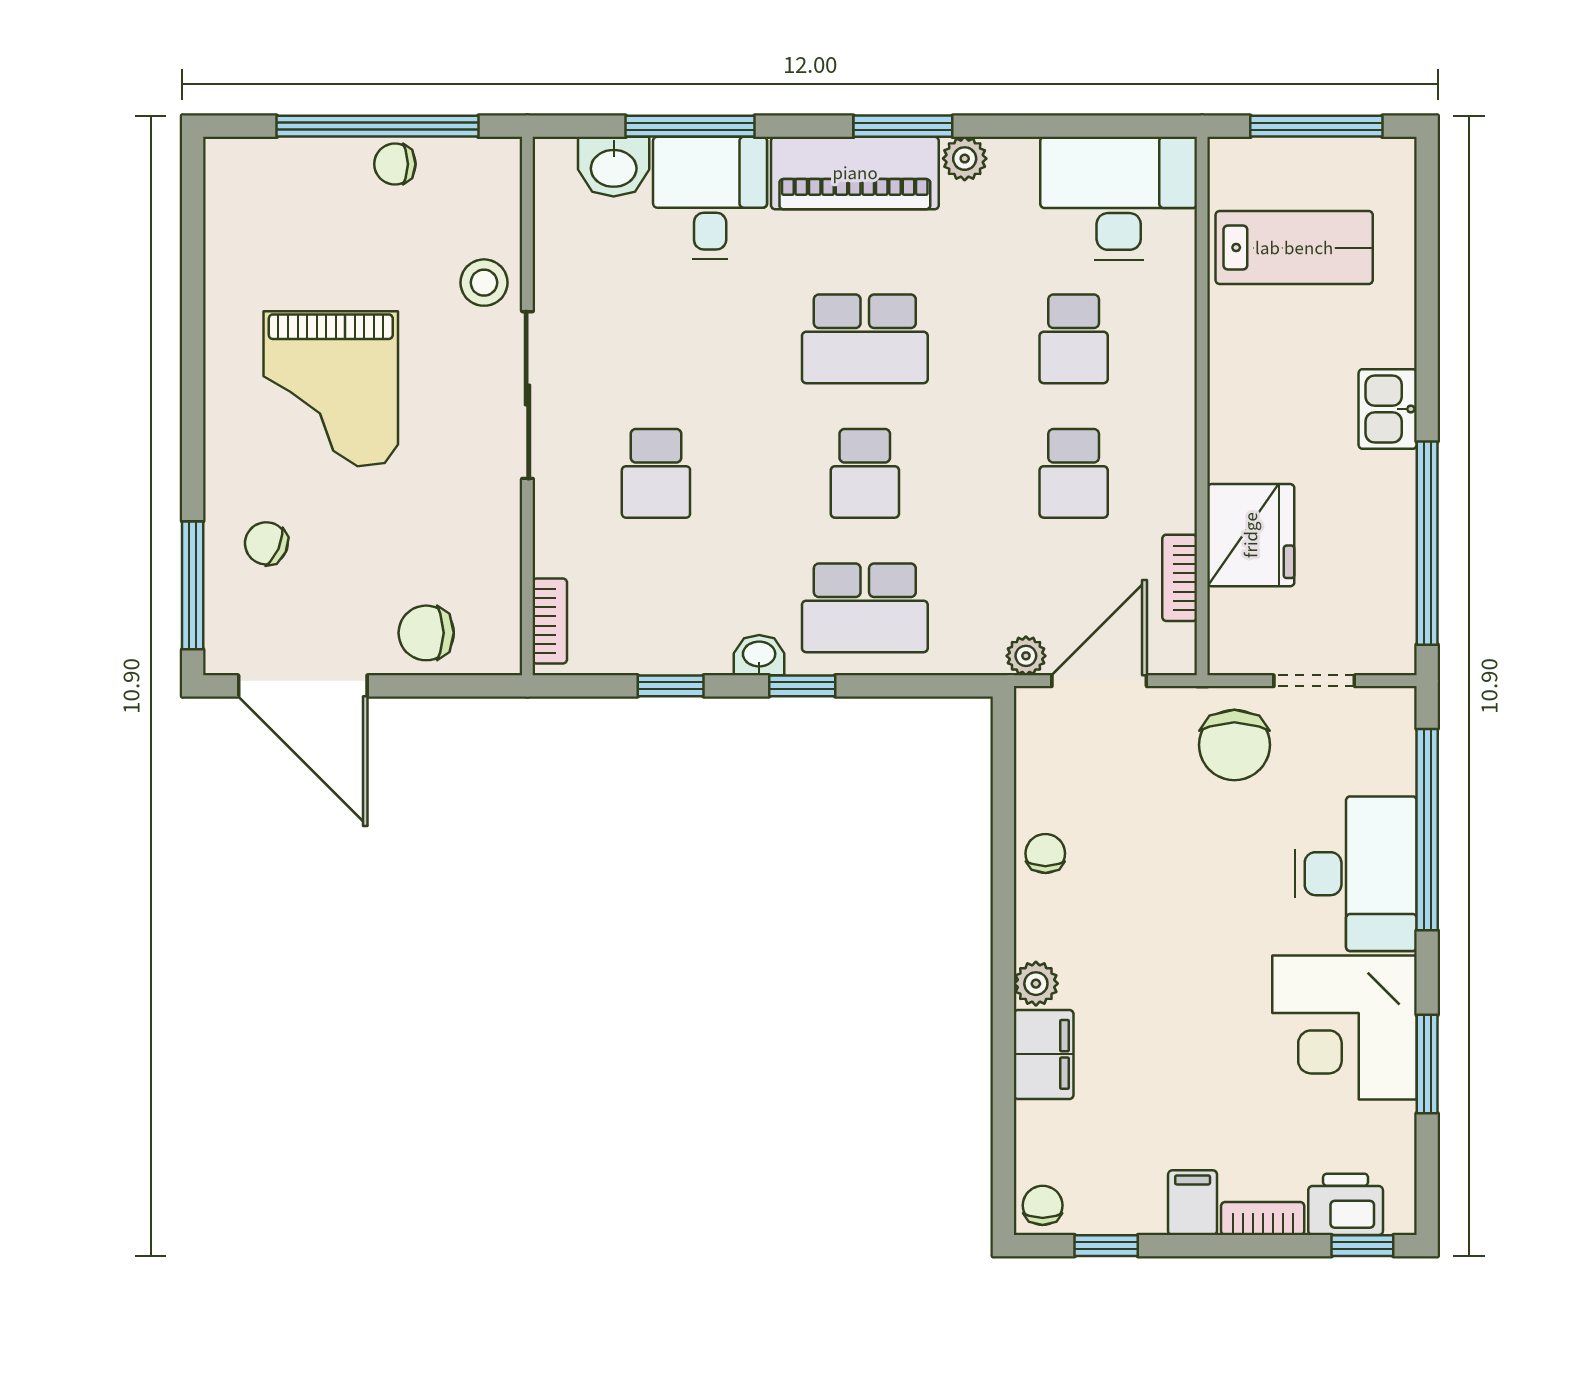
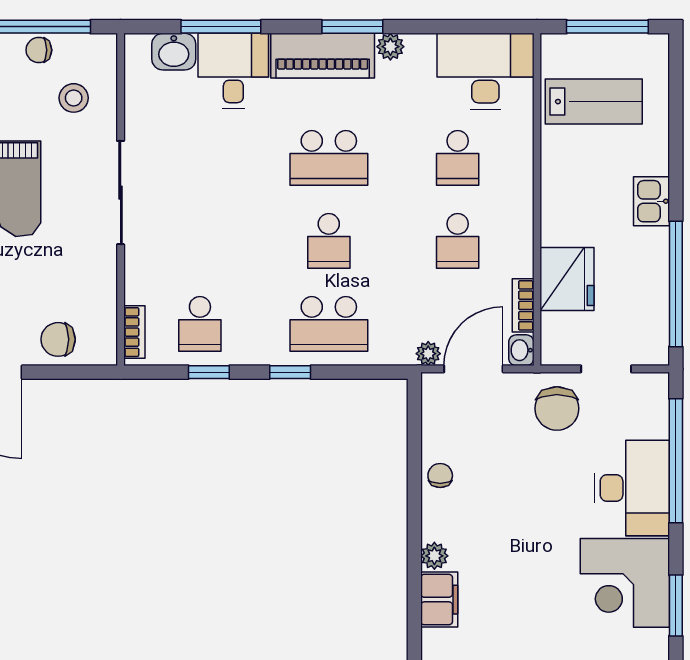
stool: (484, 283) -> (74, 98), moved
school desk: (656, 473) -> (200, 324), moved
washbasin: (759, 655) -> (521, 350), moved, turned -90

